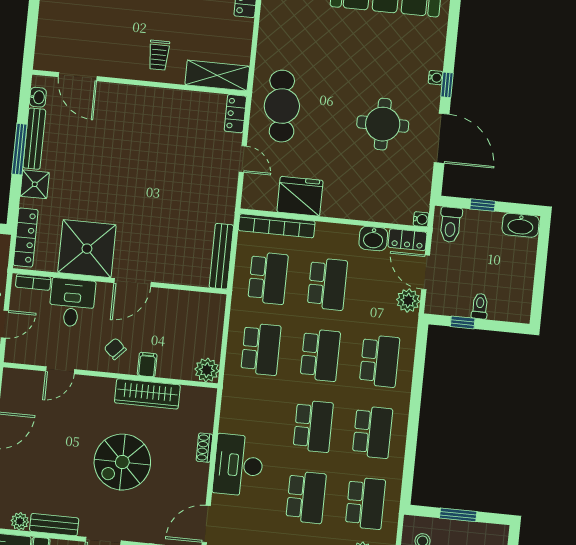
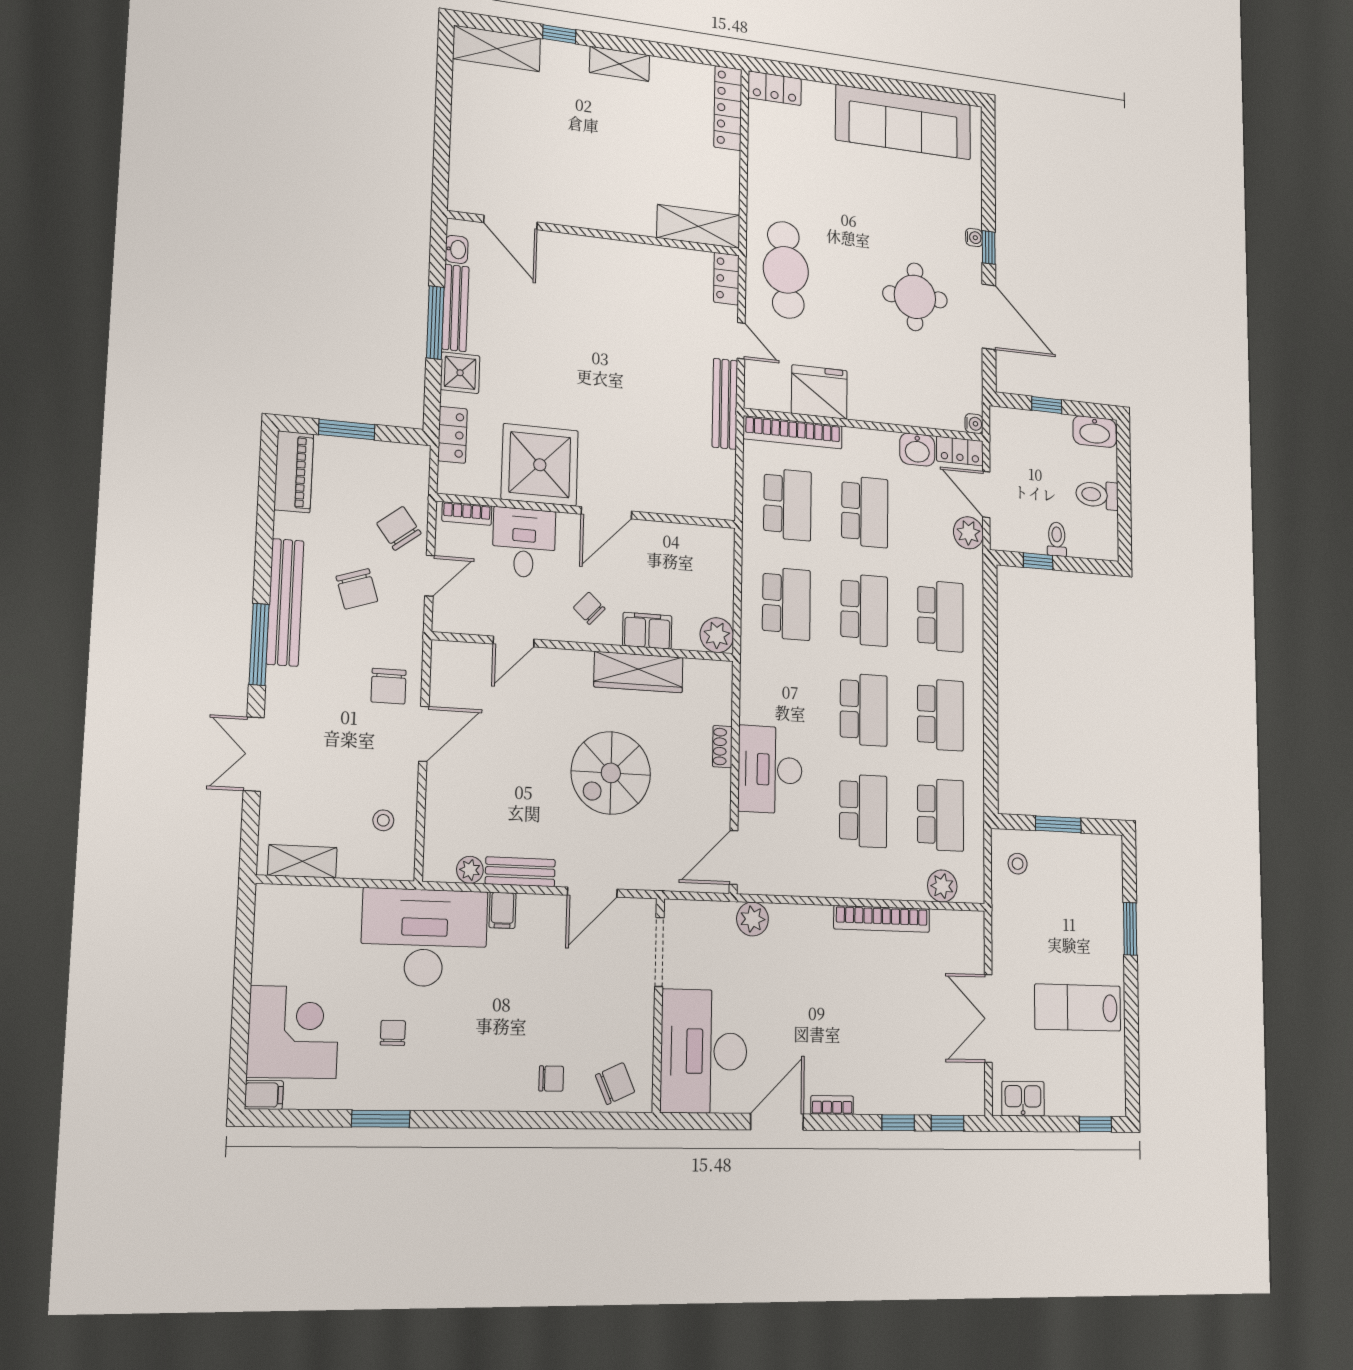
trolley: (159, 55) -> (619, 196), removed
toilet: (451, 225) -> (1097, 495), moved, turned 90
locker: (26, 238) -> (452, 435), width x0.66
bench: (221, 256) -> (725, 404), moved
filing cabinet: (147, 365) -> (647, 631), width x2.00

